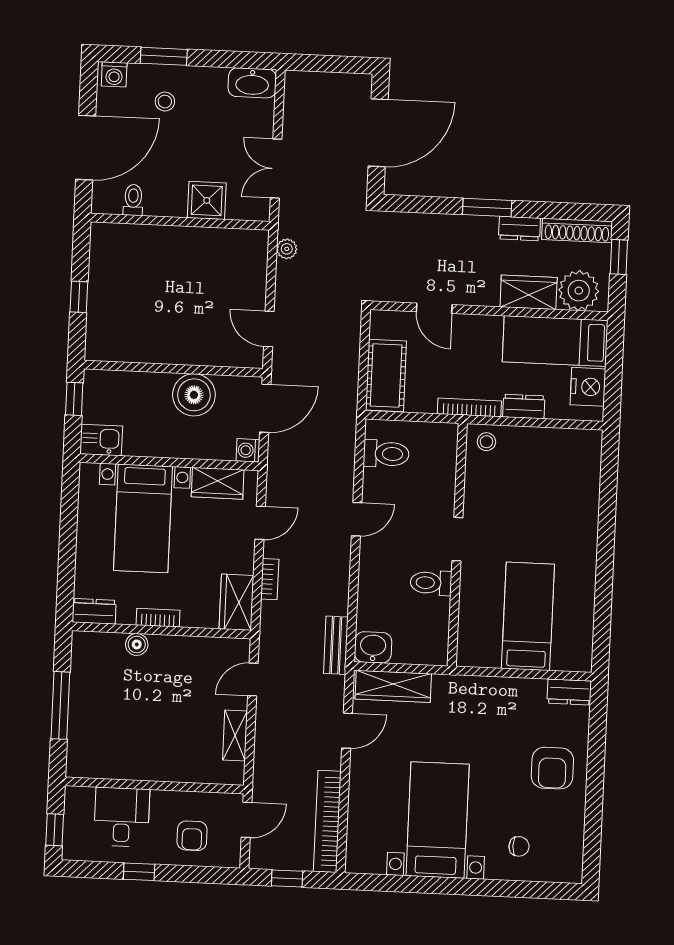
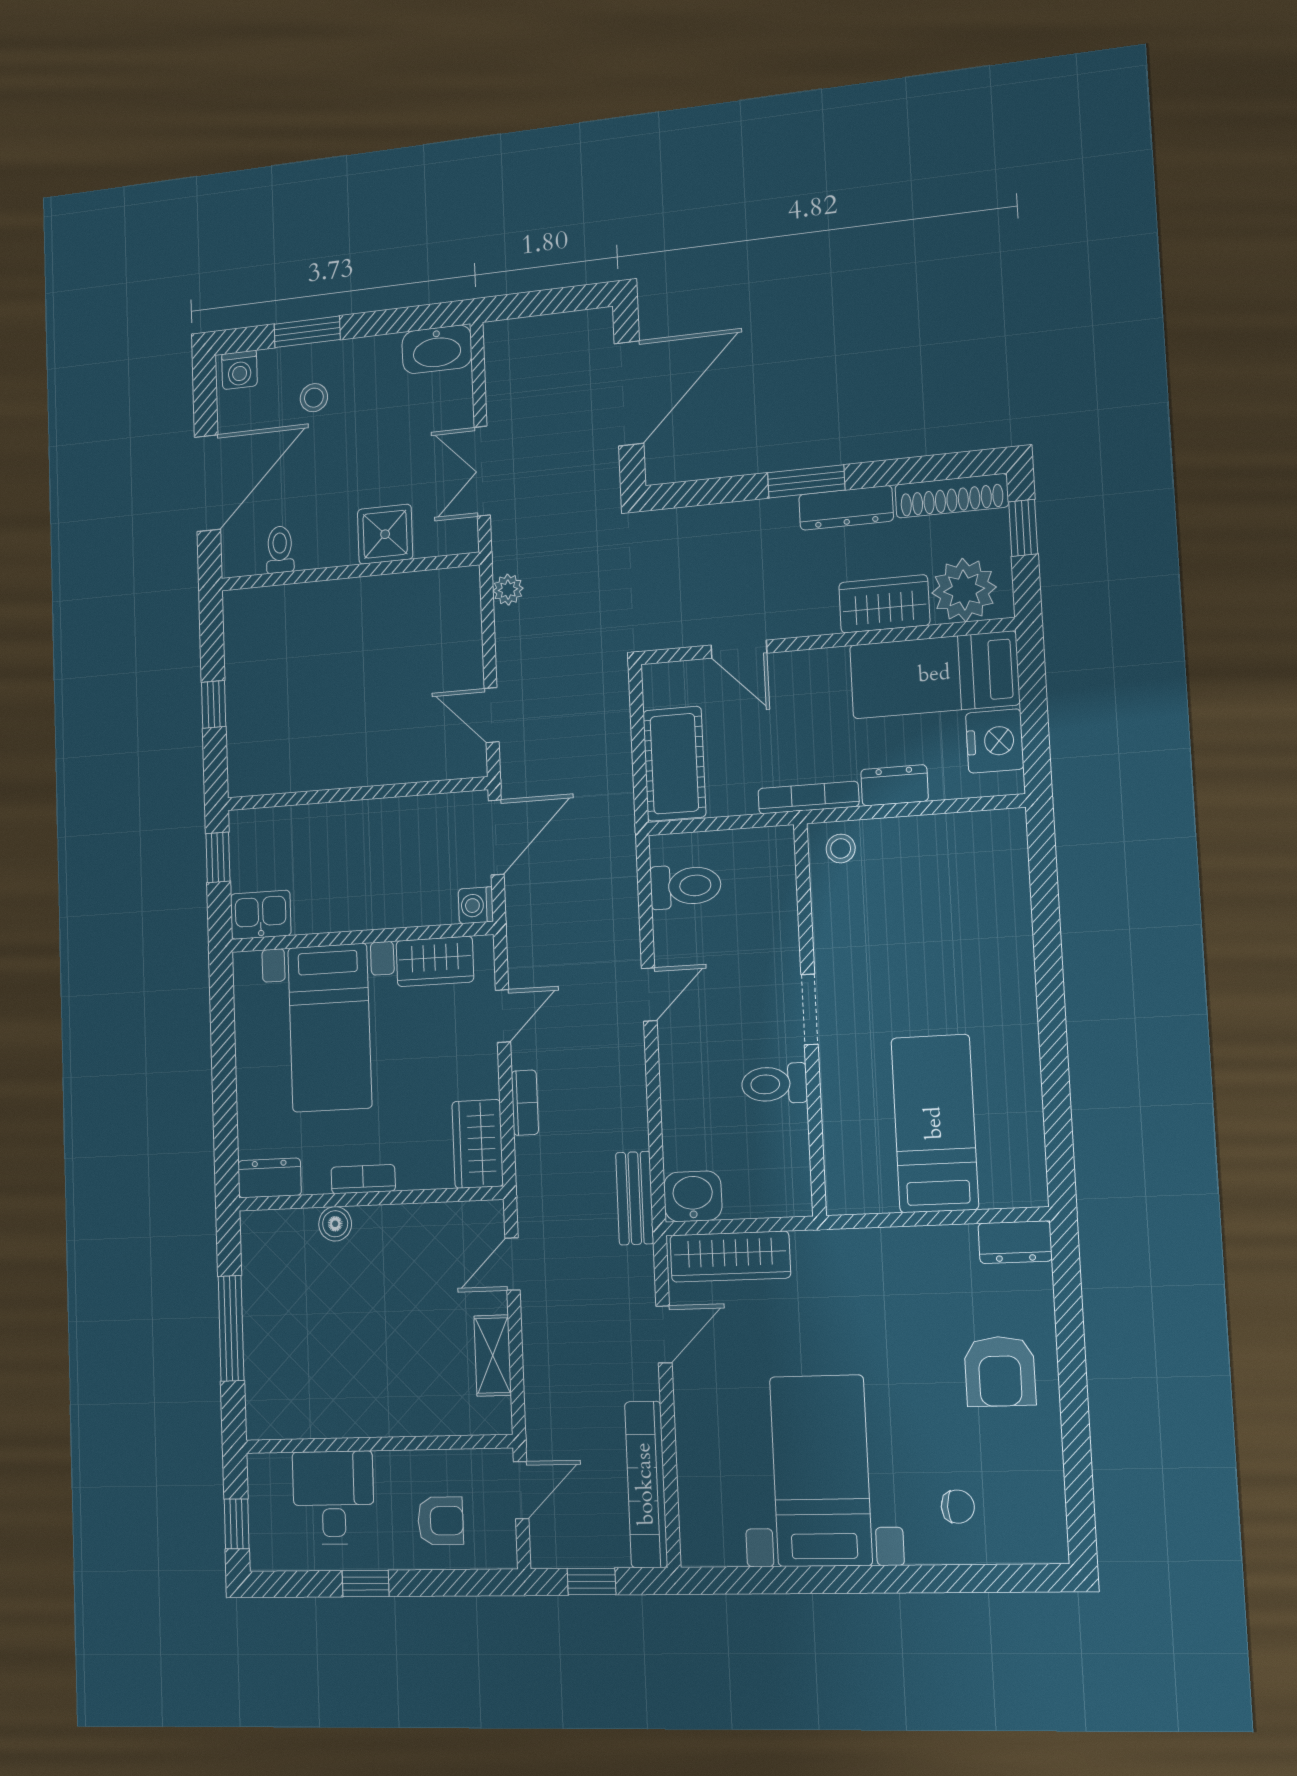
dresser: (519, 229) -> (846, 508), width x1.44
boiler: (194, 395) -> (389, 830), removed
armchair: (192, 836) -> (440, 1521), turned -90

